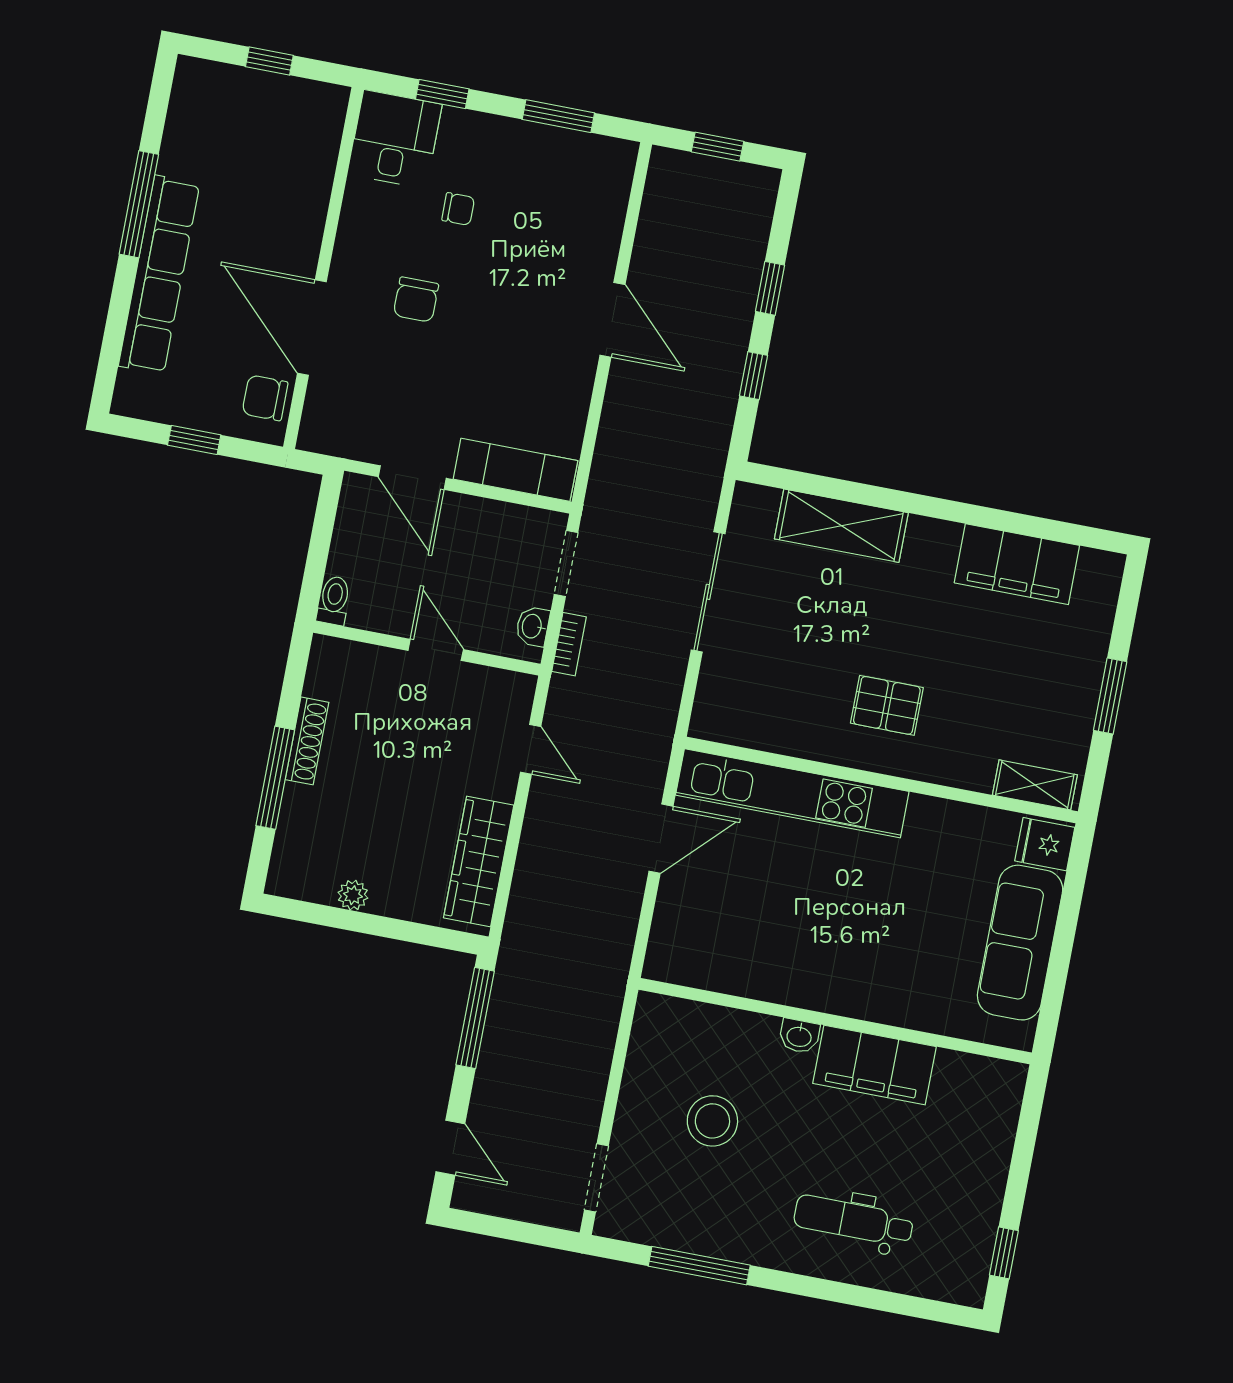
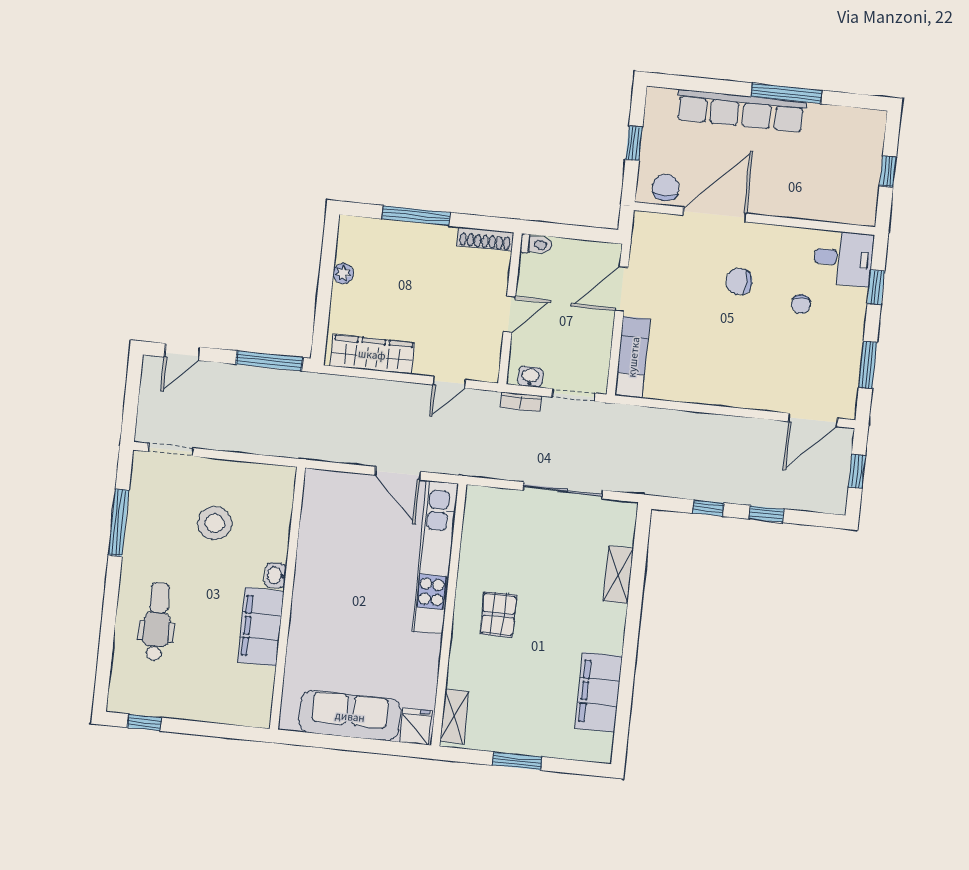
door: (612, 320) -> (813, 420), moved
shelving: (841, 526) -> (618, 575), width x0.67, depth x0.75
shoe rack: (307, 741) -> (485, 239), moved

